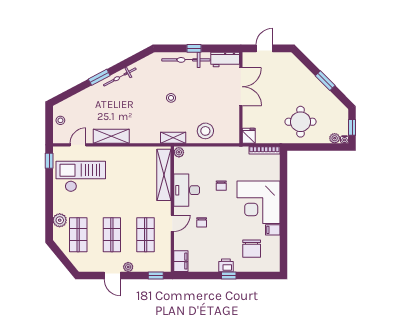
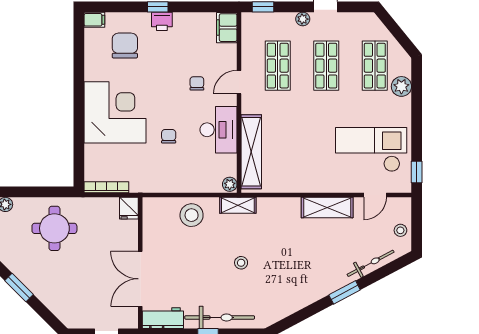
bicycle: (120, 77) -> (371, 263), moved
checkout: (81, 176) -> (371, 150), turned 180
filing cabinet: (273, 230) -> (94, 20), moved

